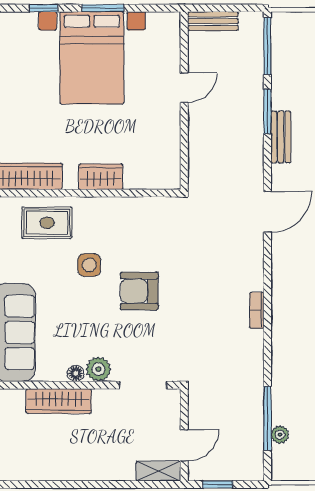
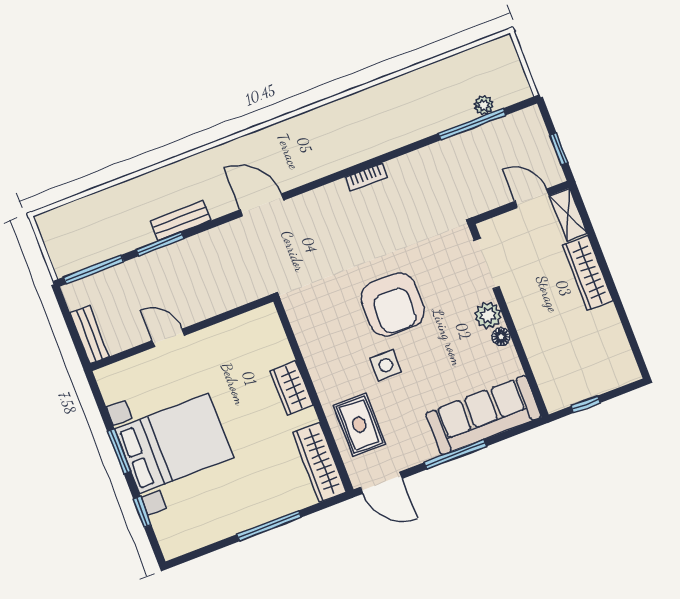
armchair: (139, 291) -> (393, 304), width x1.36, depth x1.36
wardrobe: (59, 401) -> (588, 273), moved, turned 180

